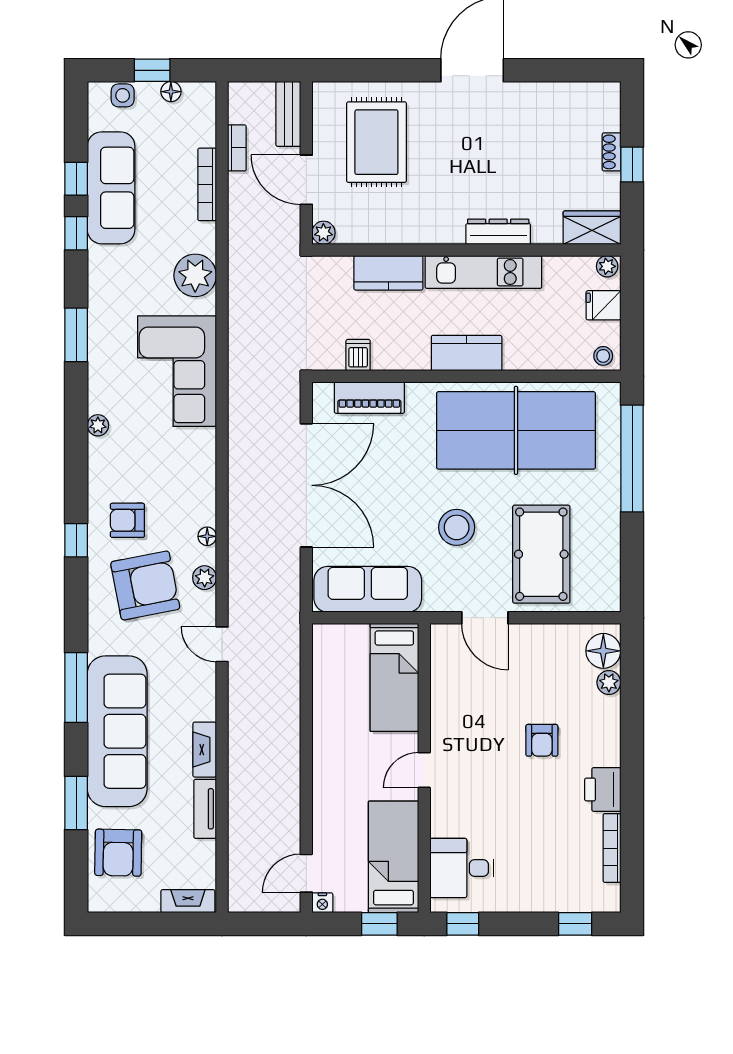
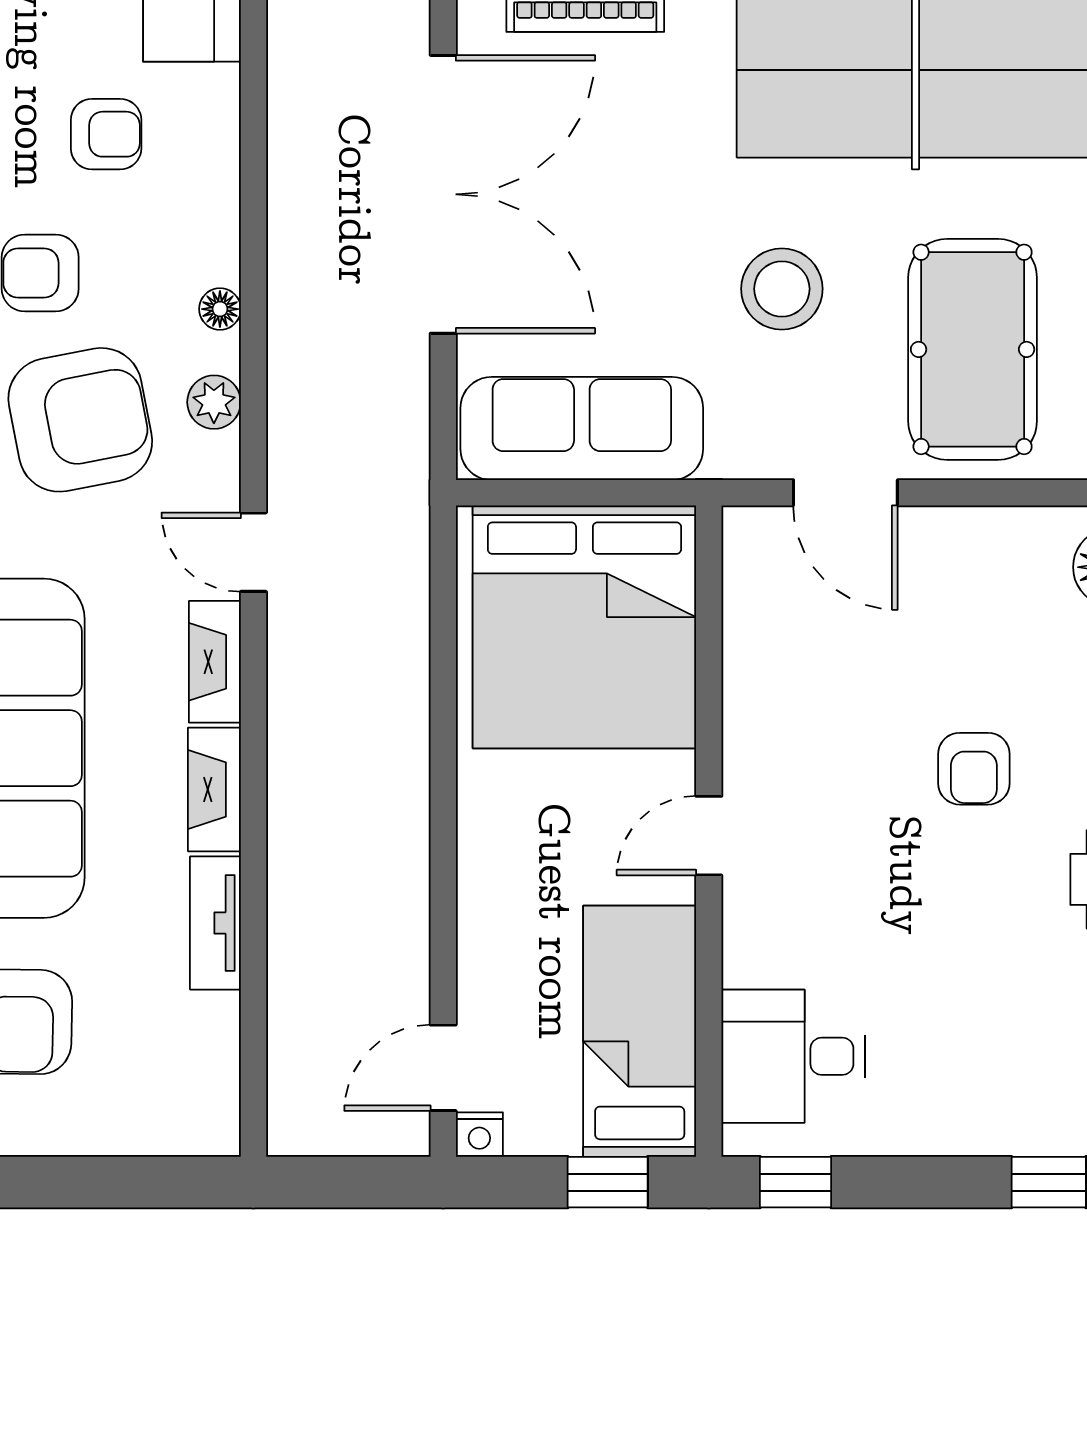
armchair: (157, 459) -> (106, 134), added
bed: (394, 677) -> (584, 627), width x2.04
fireplace: (188, 901) -> (215, 662), moved, turned -90

